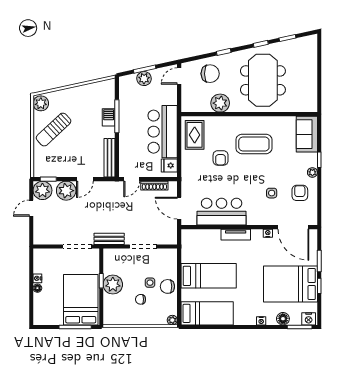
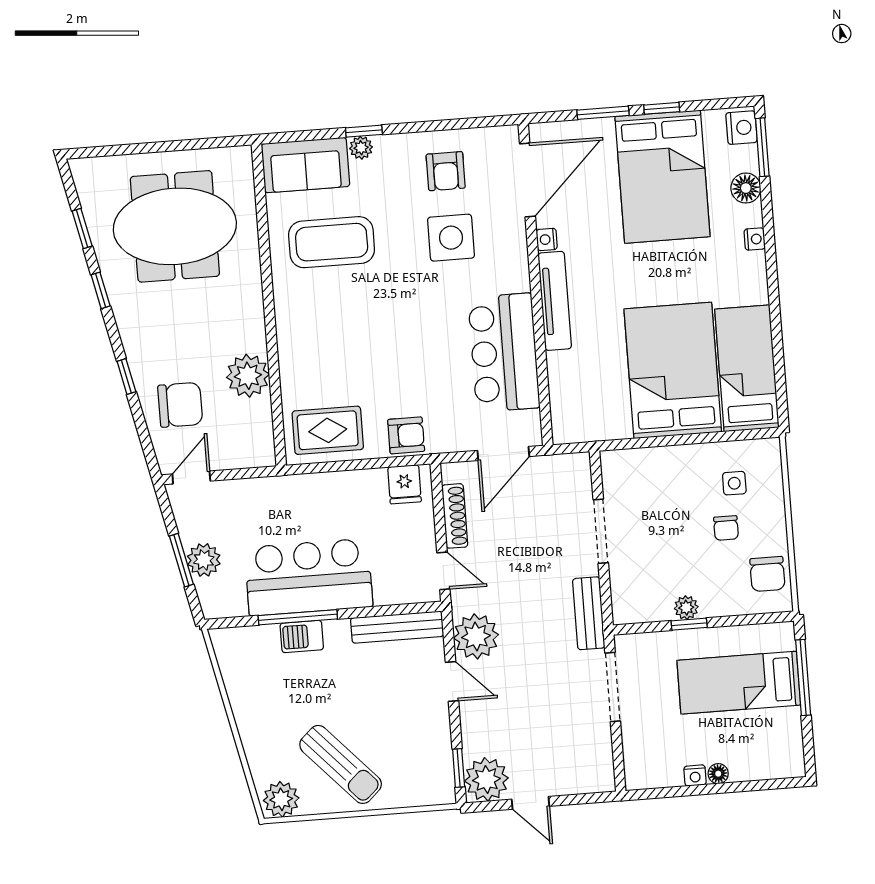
chair: (210, 74) -> (180, 405), turned 90
door: (179, 76) -> (191, 477), swing flipped
meeting table: (263, 80) -> (175, 226), moved
bar counter: (163, 132) -> (309, 577), moved, turned 180
coffee table: (254, 144) -> (332, 242), moved, turned 90
armchair: (221, 158) -> (406, 435), moved
plant: (312, 172) -> (361, 148), moved
plant: (66, 191) -> (476, 636), moved
side table: (272, 193) -> (451, 238), width x1.87, depth x1.87
armchair: (300, 193) -> (446, 171), turned -90
tv unit: (236, 235) -> (555, 301), width x1.41
bed: (209, 276) -> (673, 370), width x1.50
side table: (150, 283) -> (734, 483), moved
plant: (113, 285) -> (686, 608), width x0.53, depth x0.53
chair: (167, 286) -> (767, 574), moved
bed: (81, 300) -> (739, 683), width x0.67
plant: (172, 320) -> (769, 449), removed

